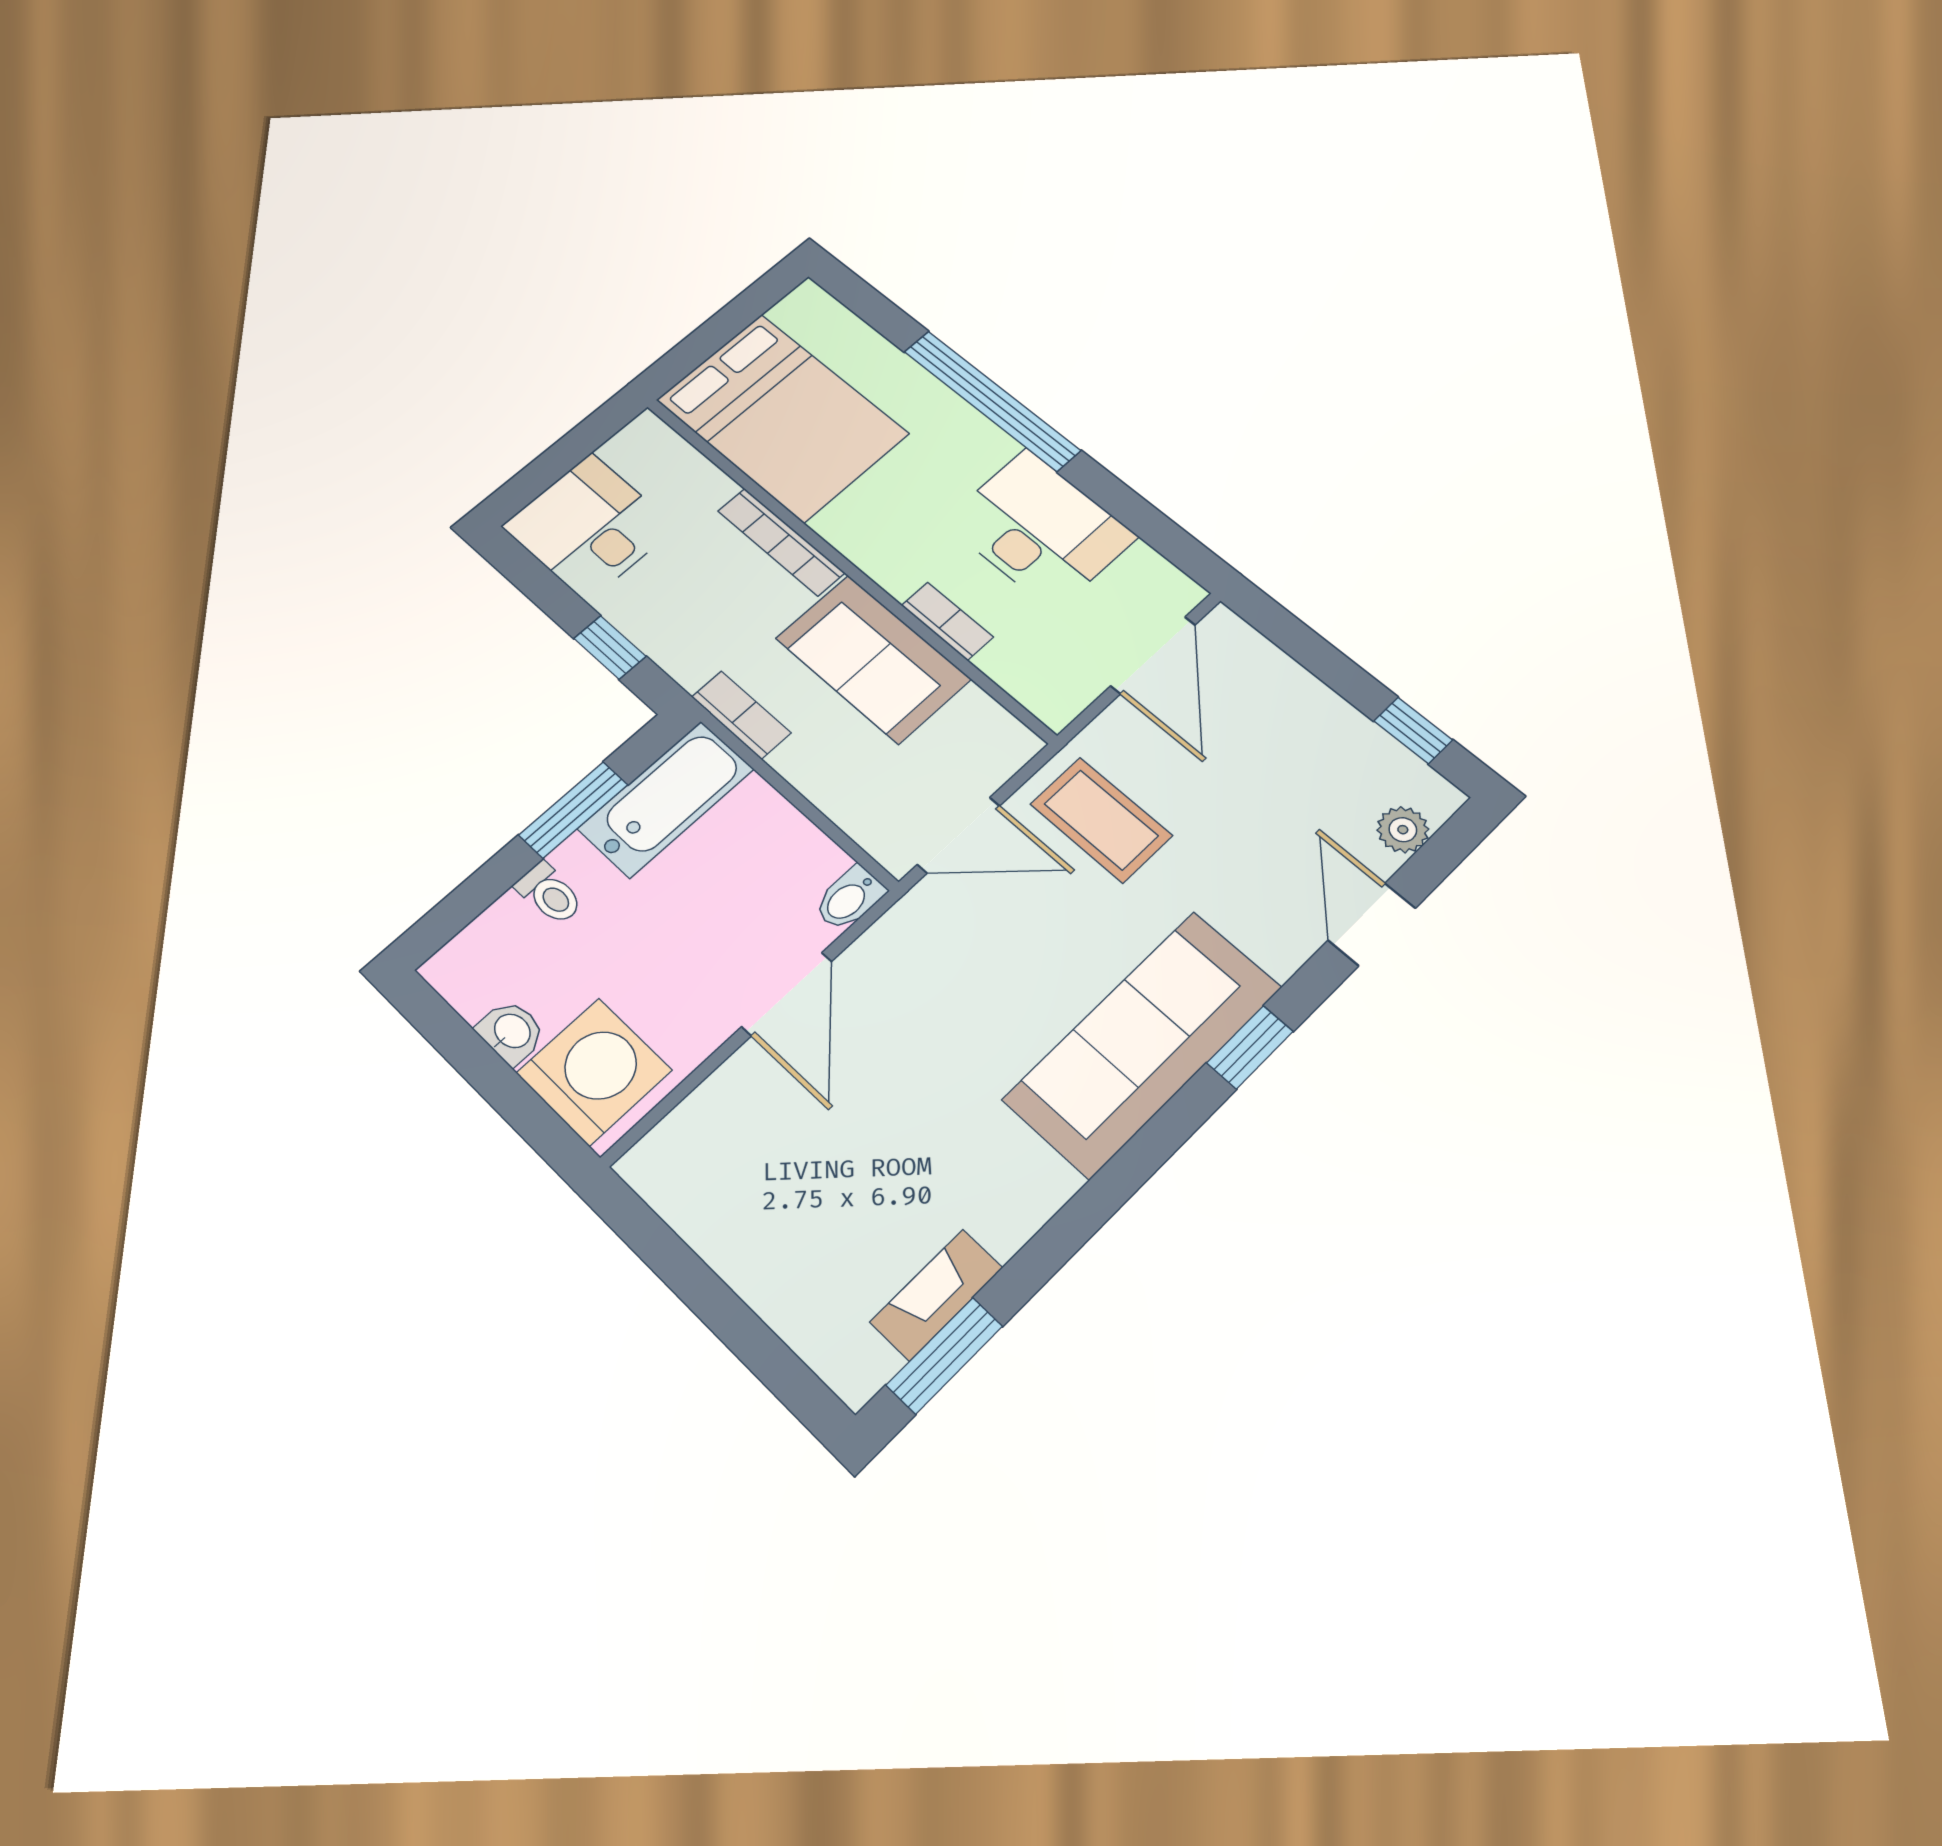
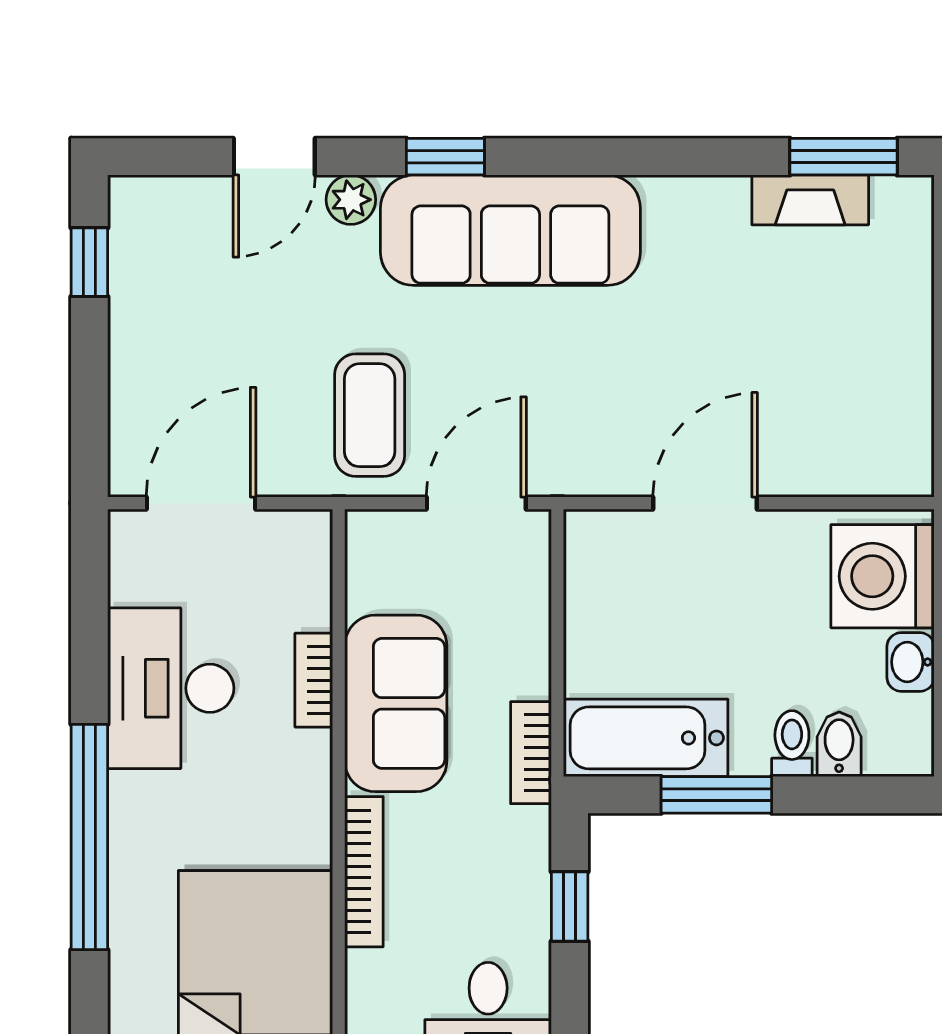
plant: (1403, 830) -> (351, 200), moved
door: (959, 835) -> (476, 503), hinge flipped
bidet: (849, 898) -> (839, 744), moved, turned -90

